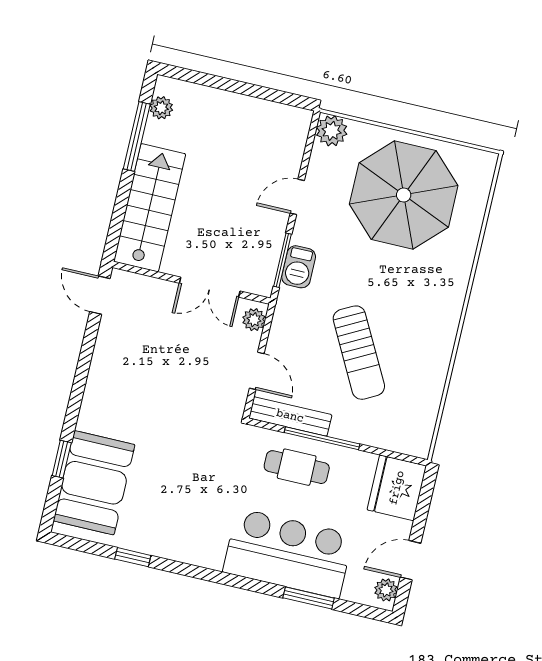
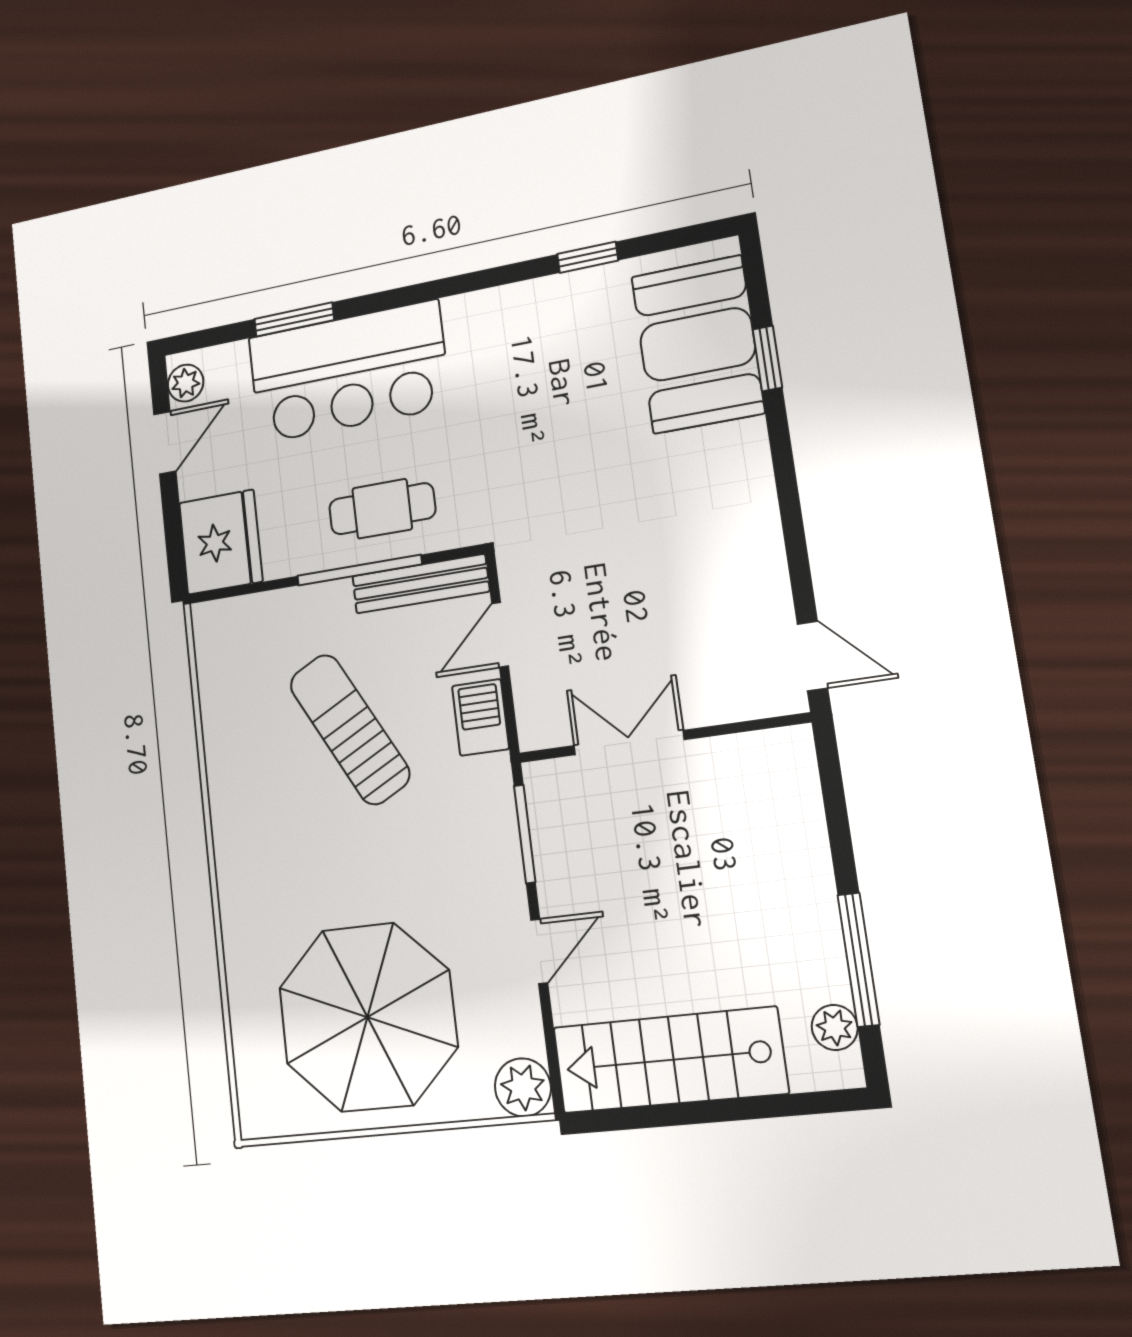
stairs: (150, 208) -> (669, 1060), moved, turned 90
barbecue: (299, 267) -> (480, 717), moved
plant: (254, 320) -> (535, 717), removed
door: (257, 371) -> (500, 635), hinge flipped

